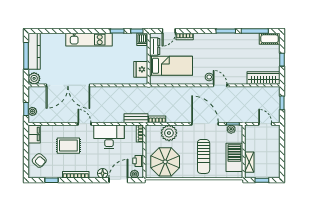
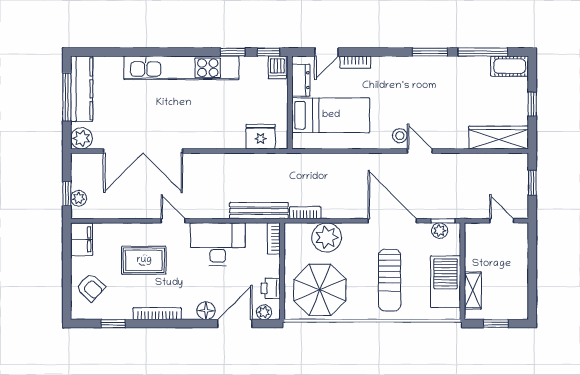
kitchen unit: (89, 40) -> (181, 68), width x1.36
fridge: (141, 69) -> (261, 137), moved, turned 90
bench: (136, 118) -> (259, 211), width x1.36

